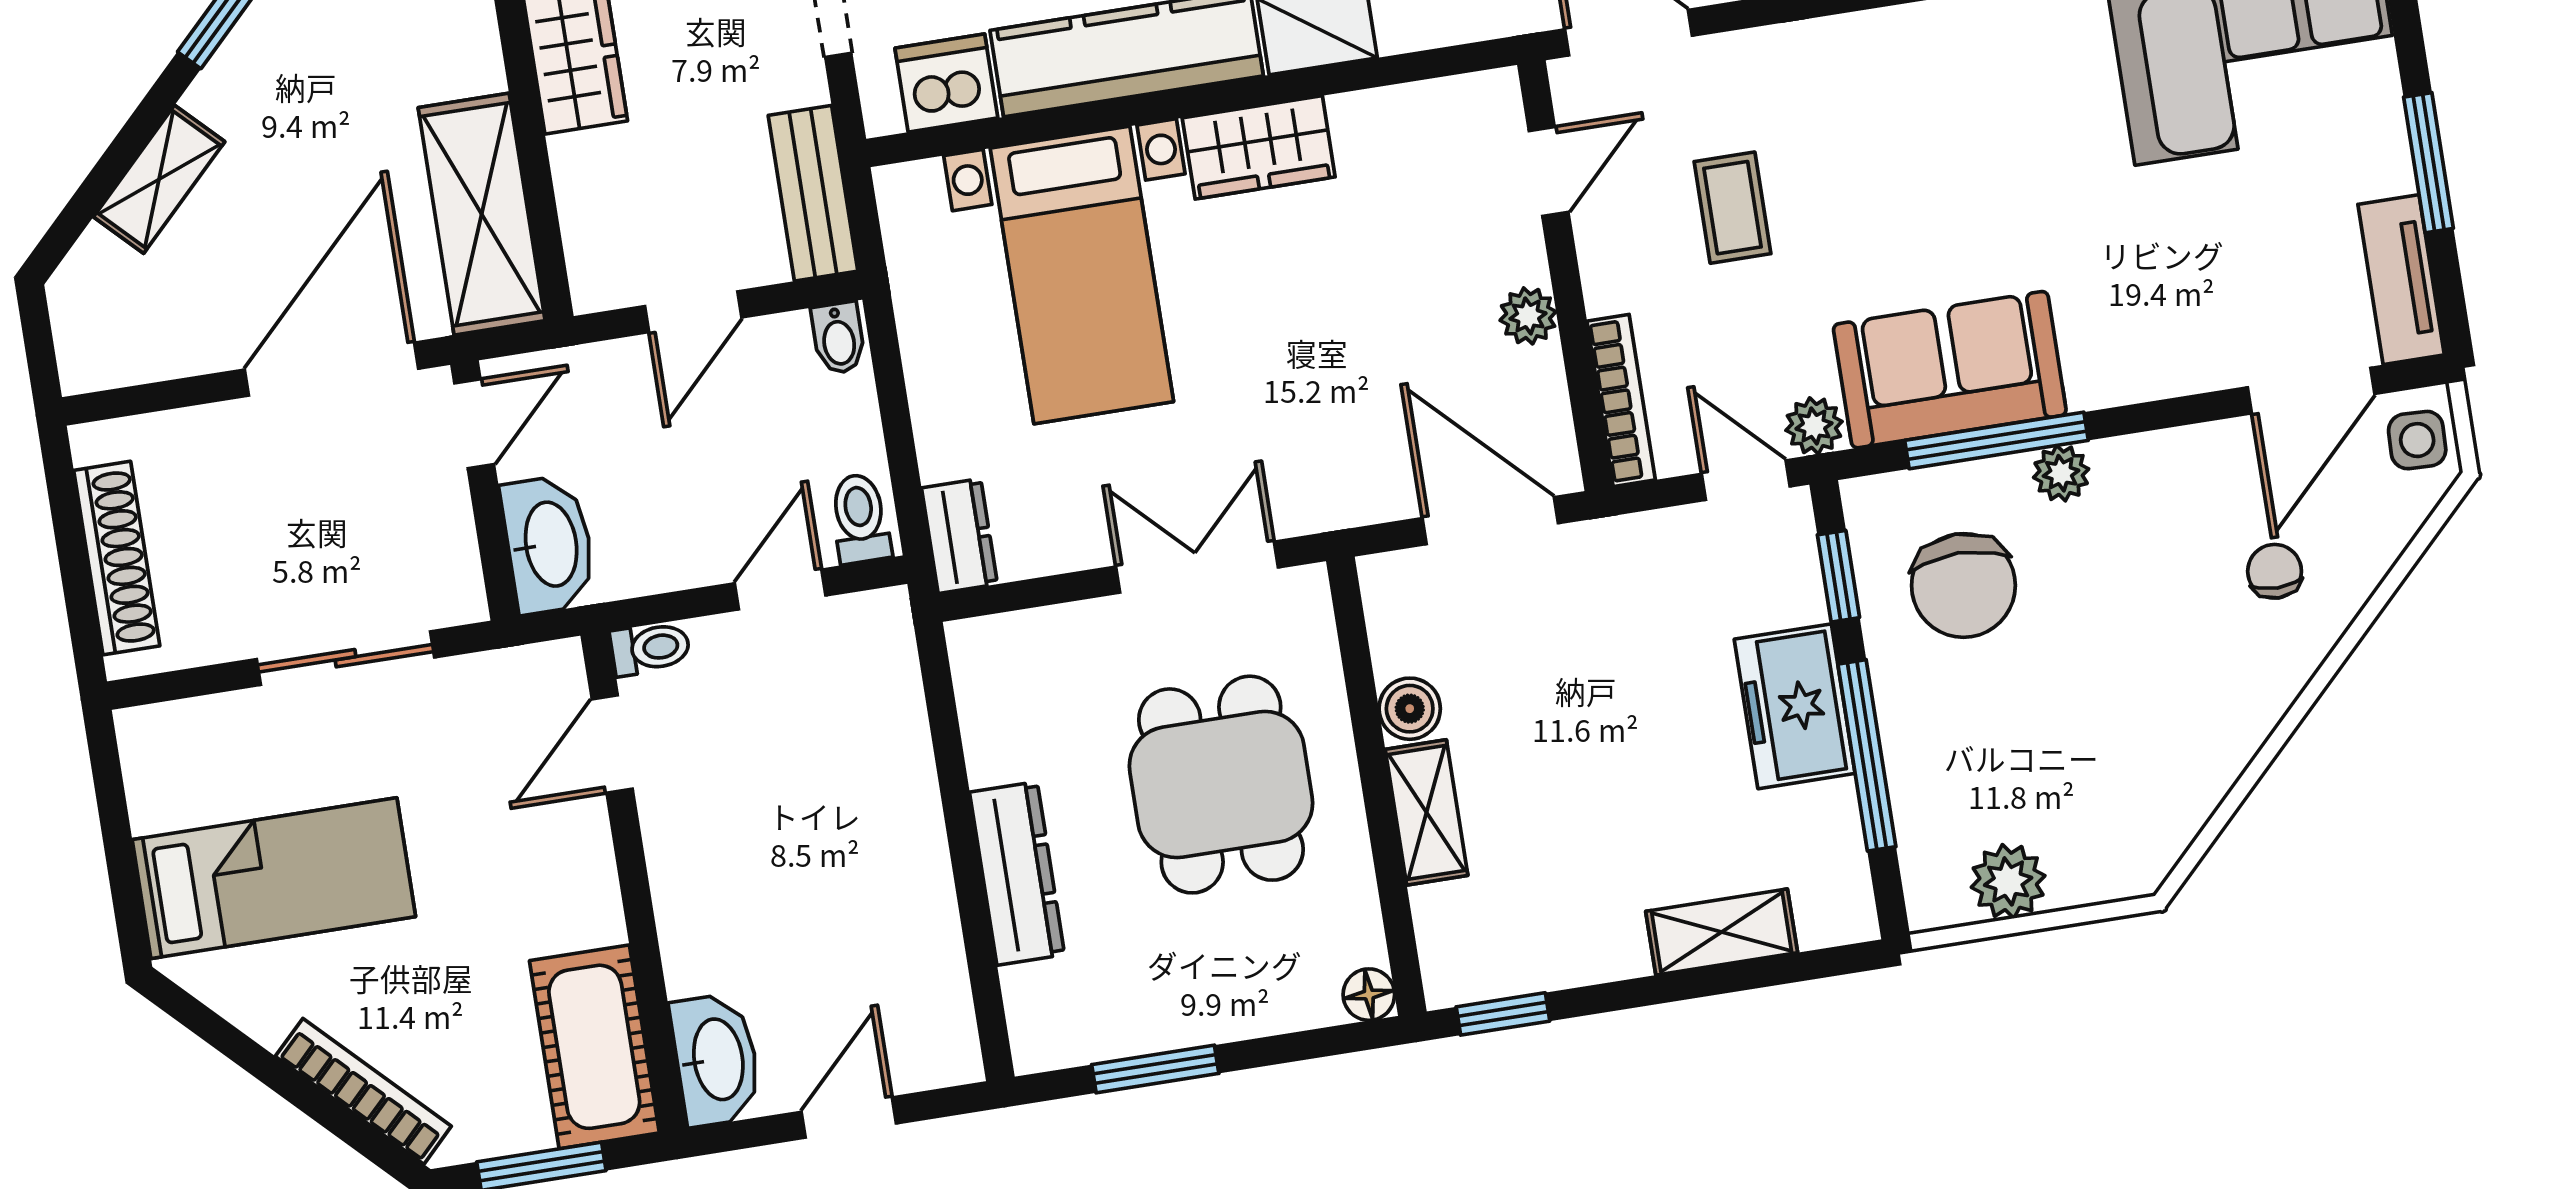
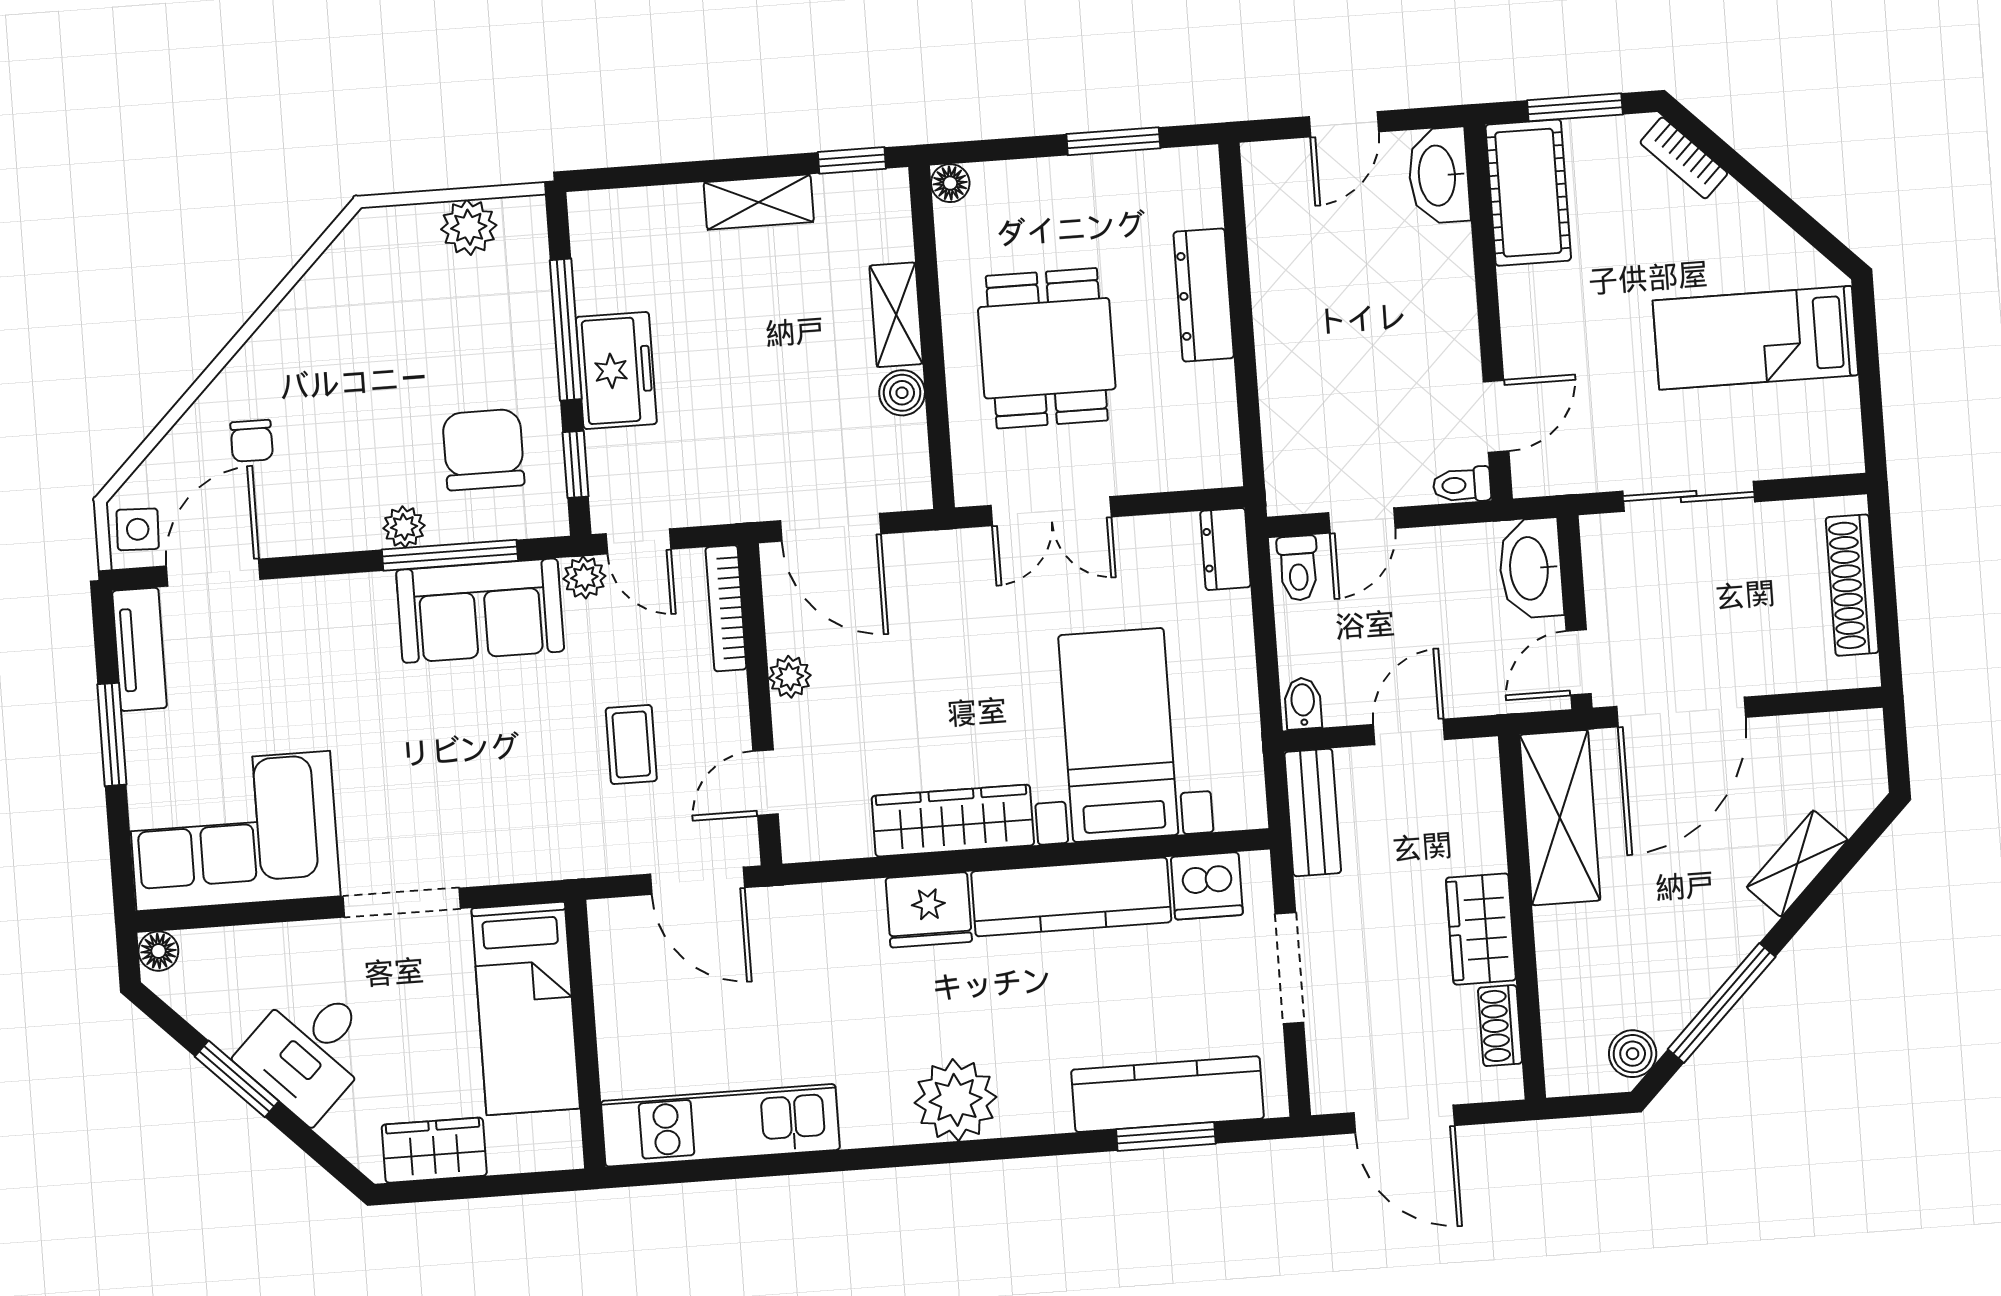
wardrobe: (1259, 147) -> (953, 821), width x1.50
shelving: (1722, 932) -> (759, 202), moved
bookcase: (363, 1091) -> (1684, 158), width x0.64

